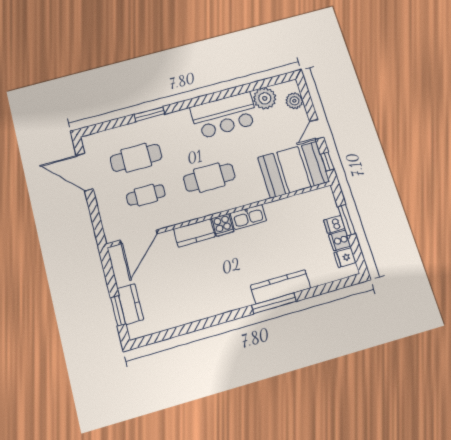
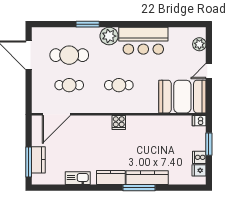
plant: (265, 98) -> (109, 36), moved
window: (327, 162) -> (209, 98), removed
cafe table: (209, 178) -> (119, 85), width x0.73, depth x0.74
kitchen sink: (248, 217) -> (78, 178), moved, turned 180
dishwasher: (334, 224) -> (199, 121), moved
kitchen counter: (194, 233) -> (111, 178), moved, turned 180
window: (118, 311) -> (29, 162), width x1.44

